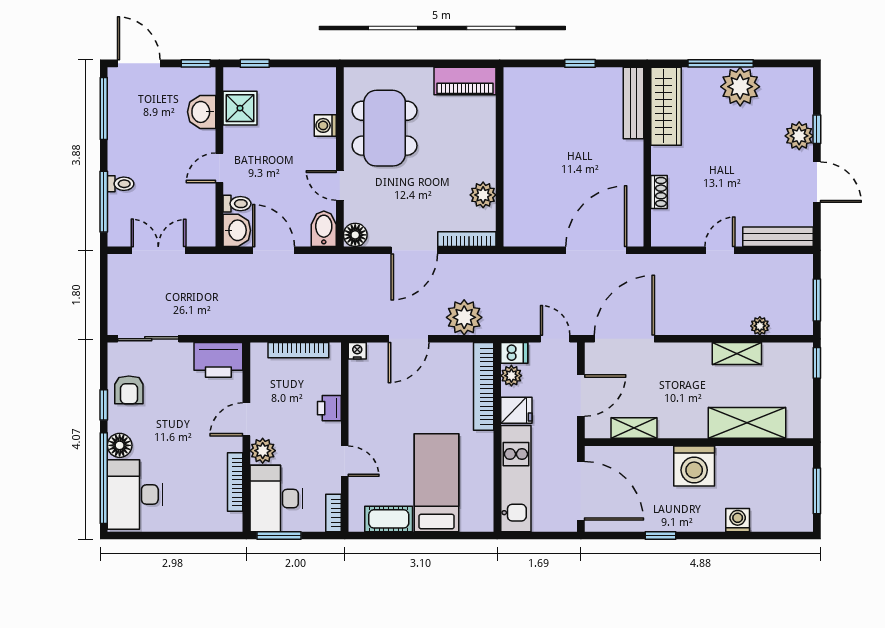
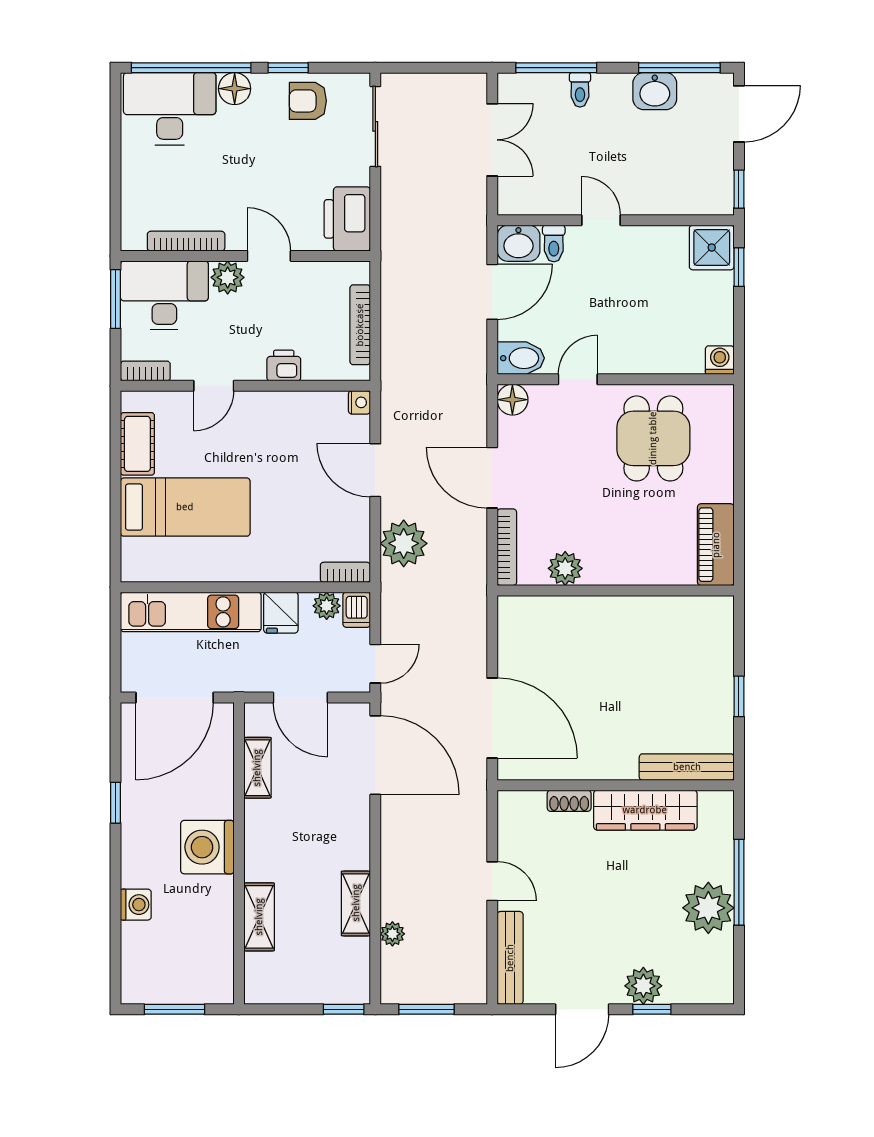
wardrobe: (666, 106) -> (645, 810), moved
shower: (240, 108) -> (712, 247), moved
washbasin: (202, 112) -> (655, 91), moved, turned 180
washing machine: (325, 125) -> (720, 360), moved
dining table: (385, 128) -> (653, 438), width x0.73
bookcase: (484, 386) -> (345, 572), width x0.43, depth x0.76
shelving: (747, 423) -> (259, 917), width x0.67, depth x0.75

